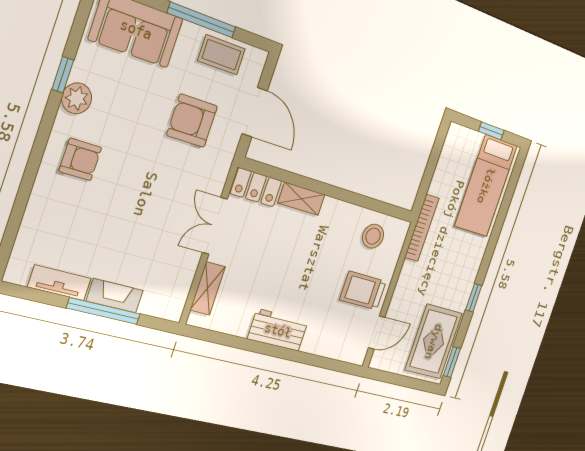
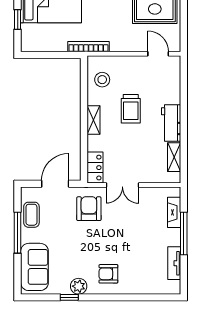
armchair: (192, 121) -> (89, 209), moved, turned 180
armchair: (80, 159) -> (108, 274), turned -90
shelving: (301, 199) -> (94, 120), moved
shelving: (208, 288) -> (174, 157), moved, turned 90
trolley: (363, 291) -> (131, 109), moved
fireplace: (115, 296) -> (174, 212), moved

